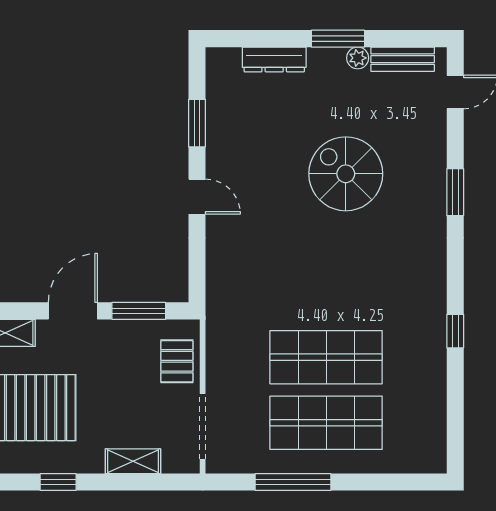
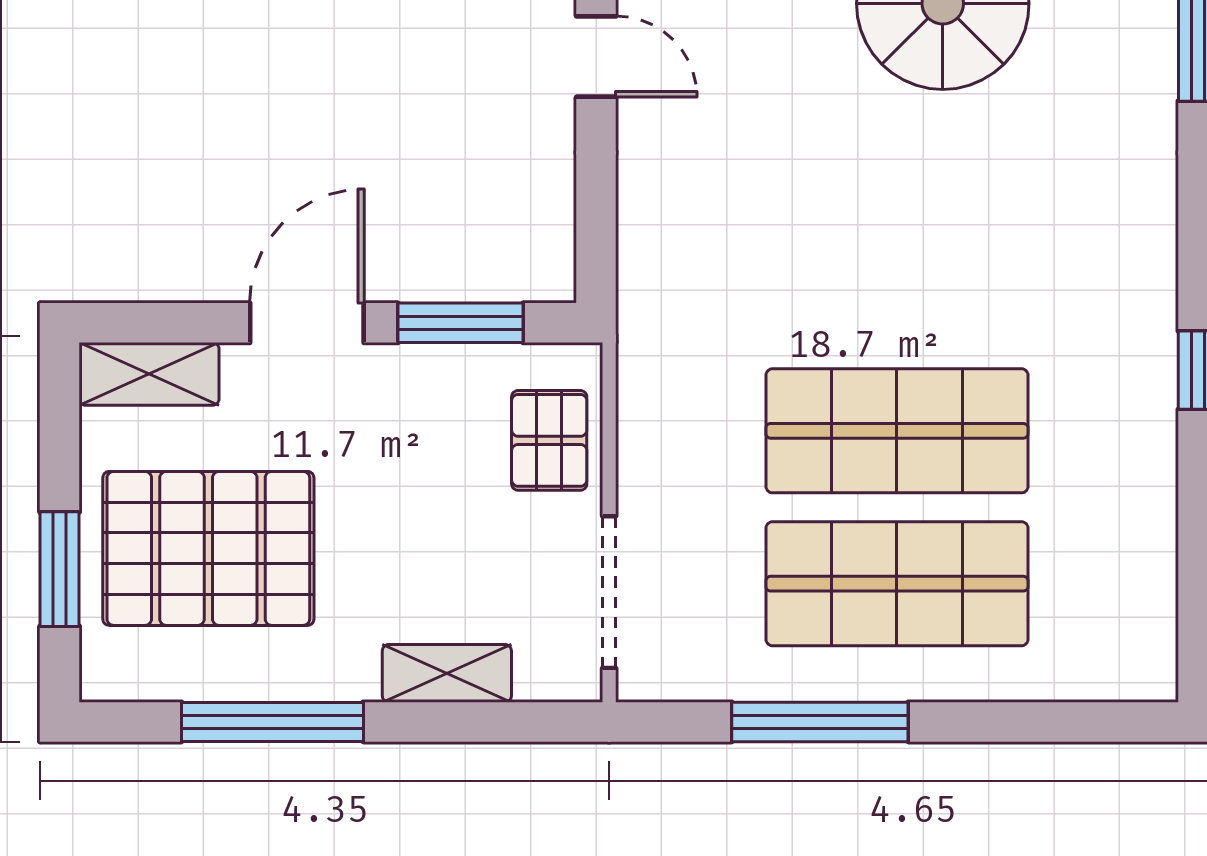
window: (58, 482) -> (272, 722), width x2.17

